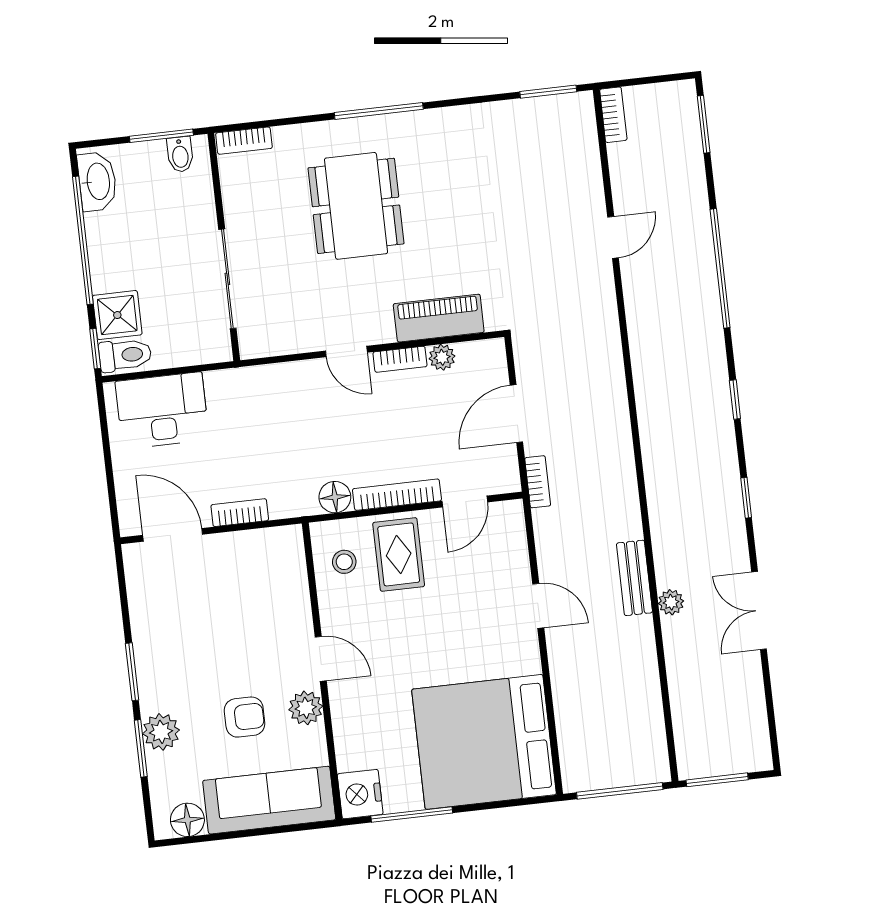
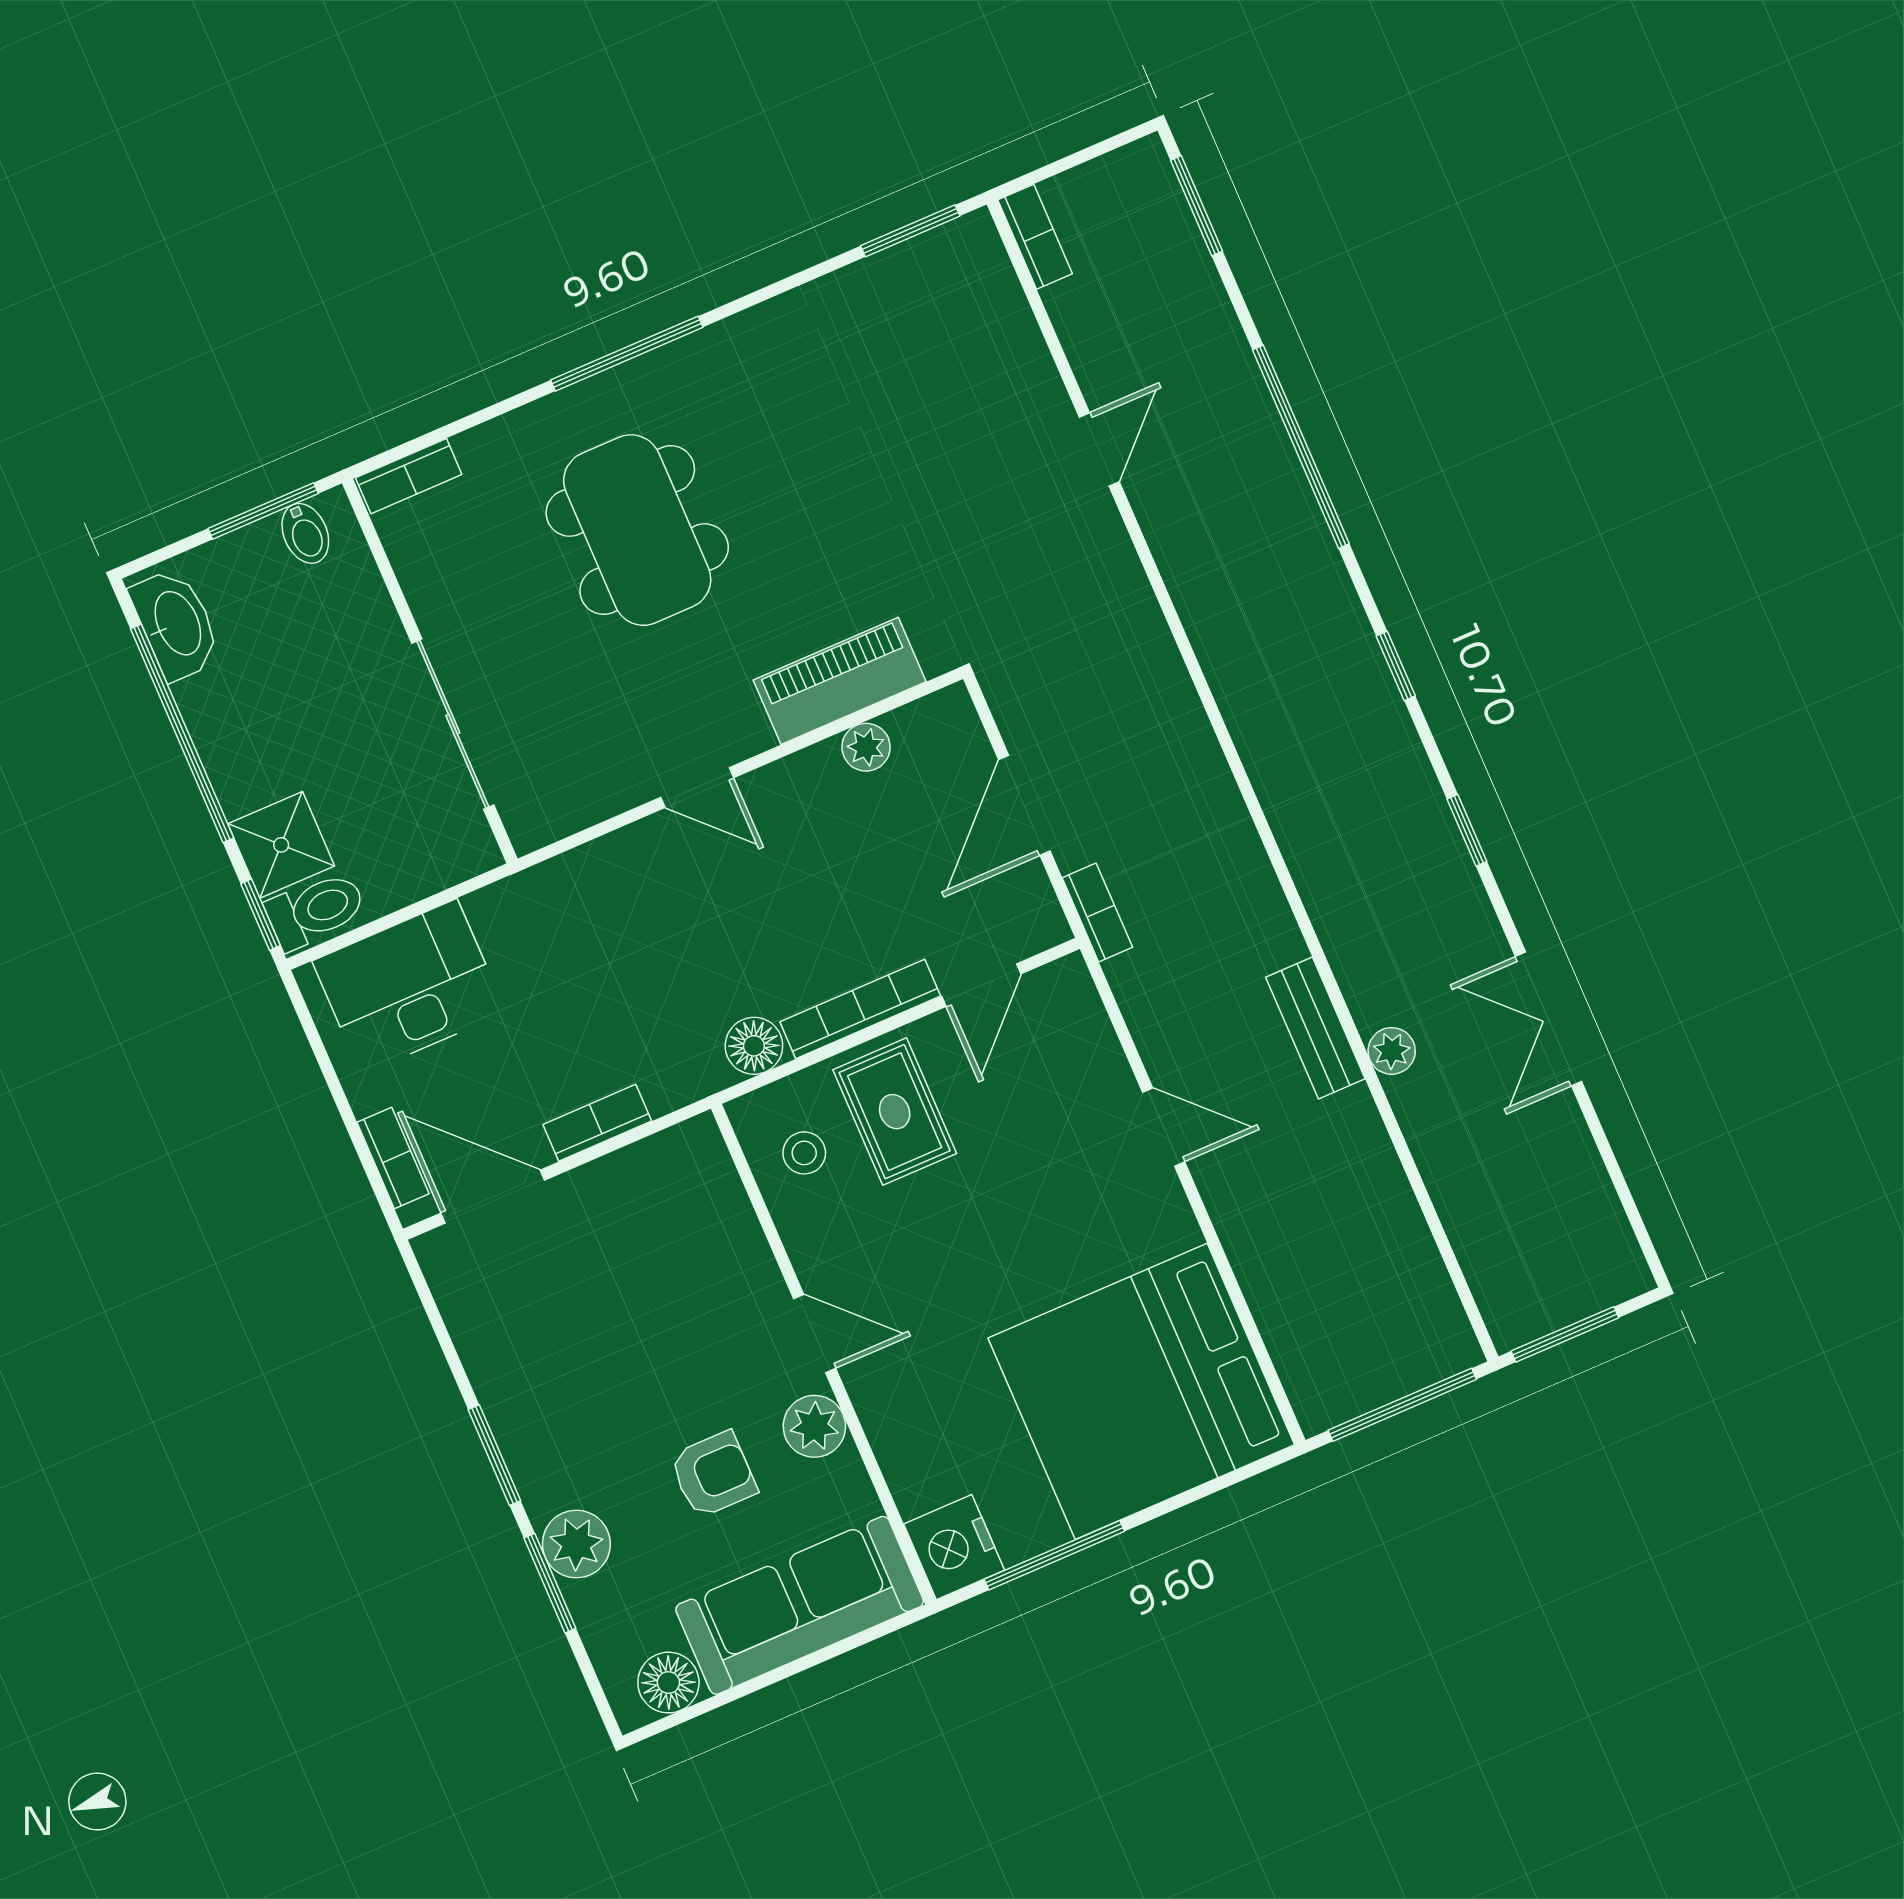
bookcase: (400, 359) -> (393, 1158), moved, turned -90

